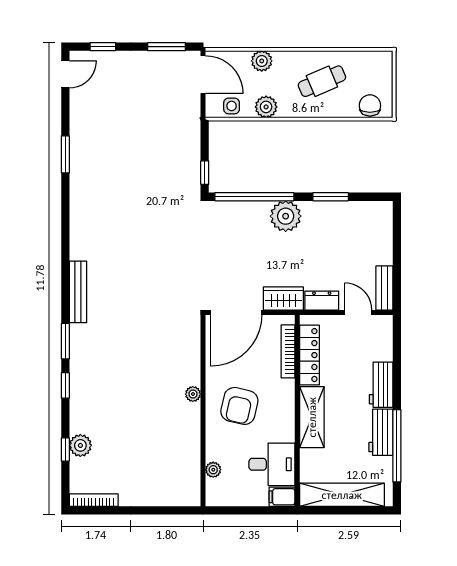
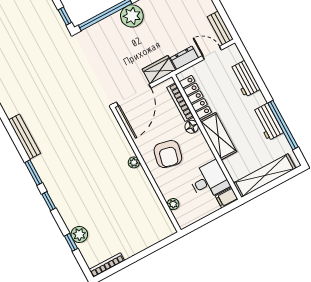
workbench: (381, 385) -> (245, 79), moved
floor lamp: (286, 389) -> (192, 127), added

